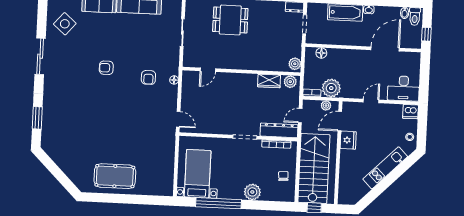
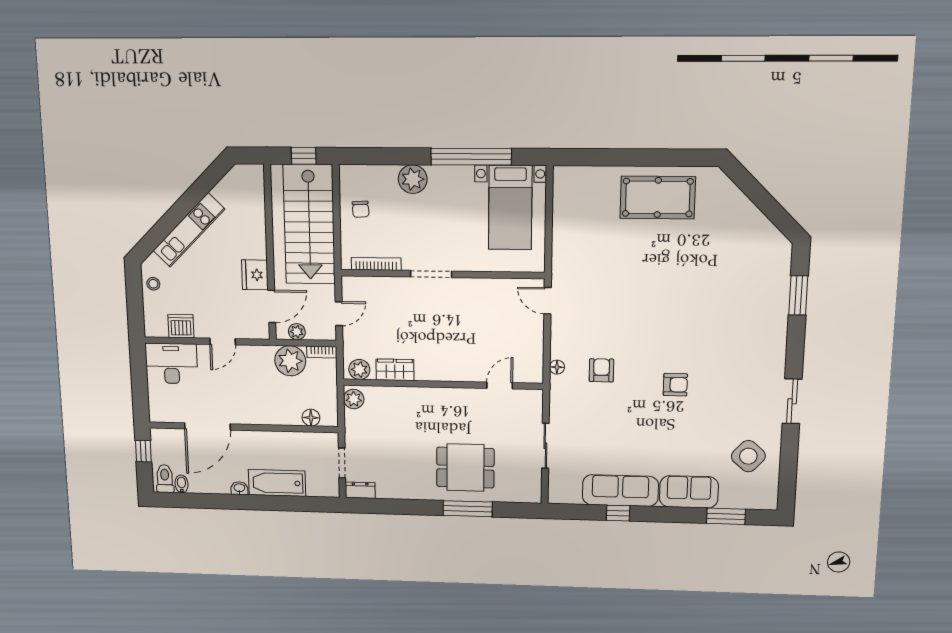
sliding door: (40, 56) -> (792, 401), width x0.73
dishwasher: (410, 112) -> (181, 326), moved
dresser: (279, 130) -> (373, 288), removed

